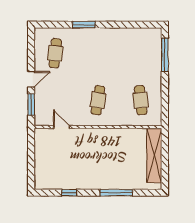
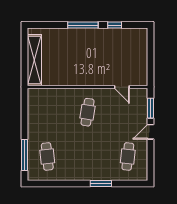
cafe table: (141, 100) -> (47, 156), moved
window: (117, 193) -> (83, 25), moved

